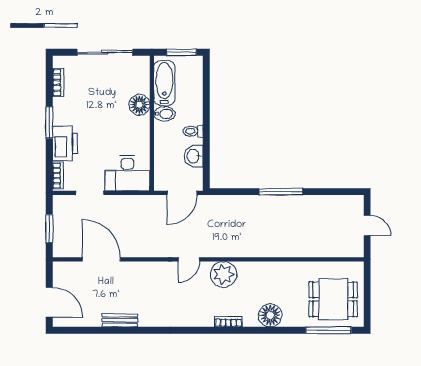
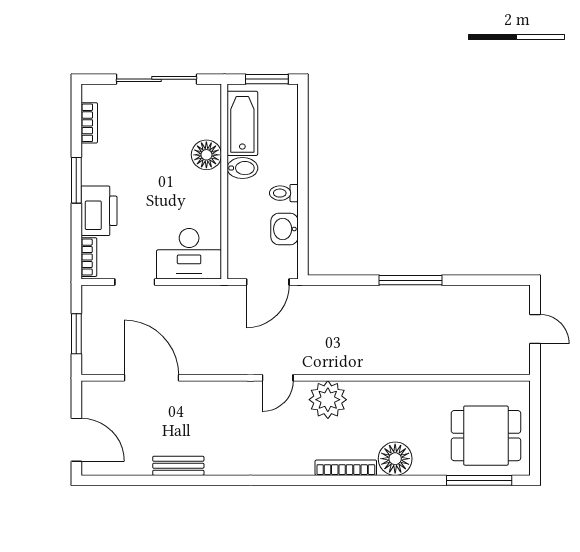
bookcase: (228, 322) -> (346, 468), width x1.56

